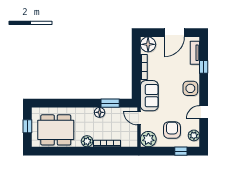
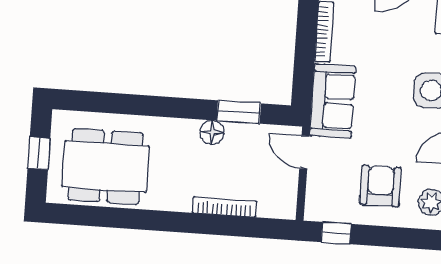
plant: (148, 139) -> (323, 204), removed
plant: (87, 141) -> (178, 198), removed
window: (181, 151) -> (336, 233), moved

